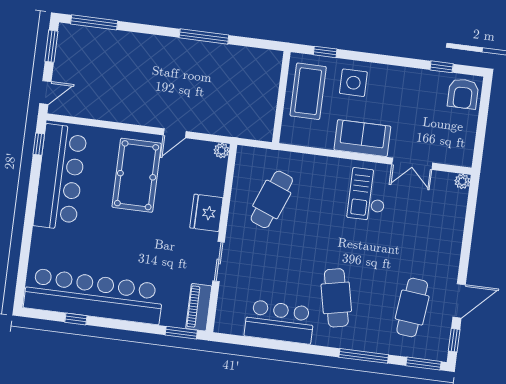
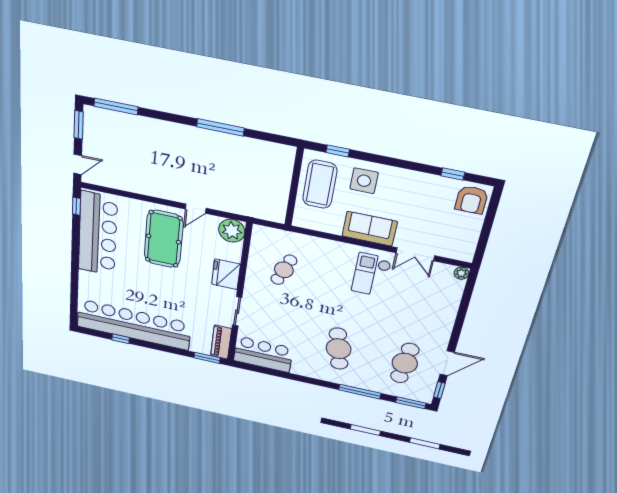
plant: (221, 151) -> (232, 231), width x1.88, depth x1.88
cafe table: (272, 199) -> (284, 270), width x0.73, depth x0.74
bar counter: (279, 322) -> (263, 354), moved

